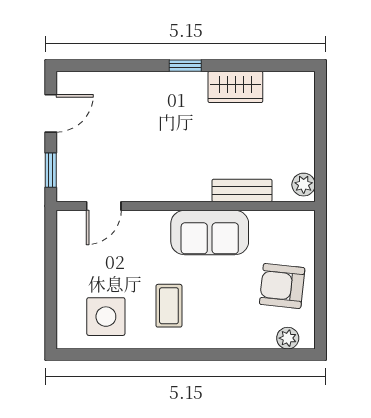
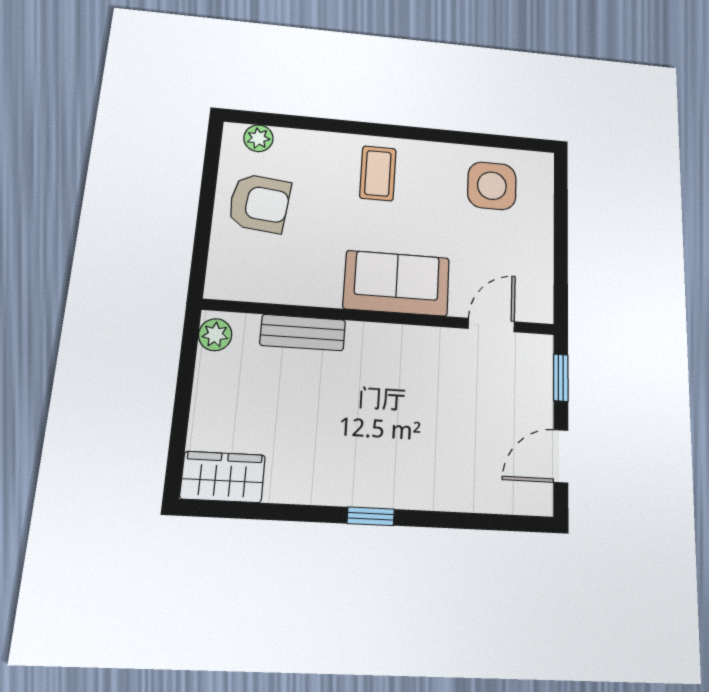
wardrobe: (235, 87) -> (223, 477), moved
sofa: (210, 232) -> (397, 283), moved
coffee table: (169, 306) -> (378, 173), moved

